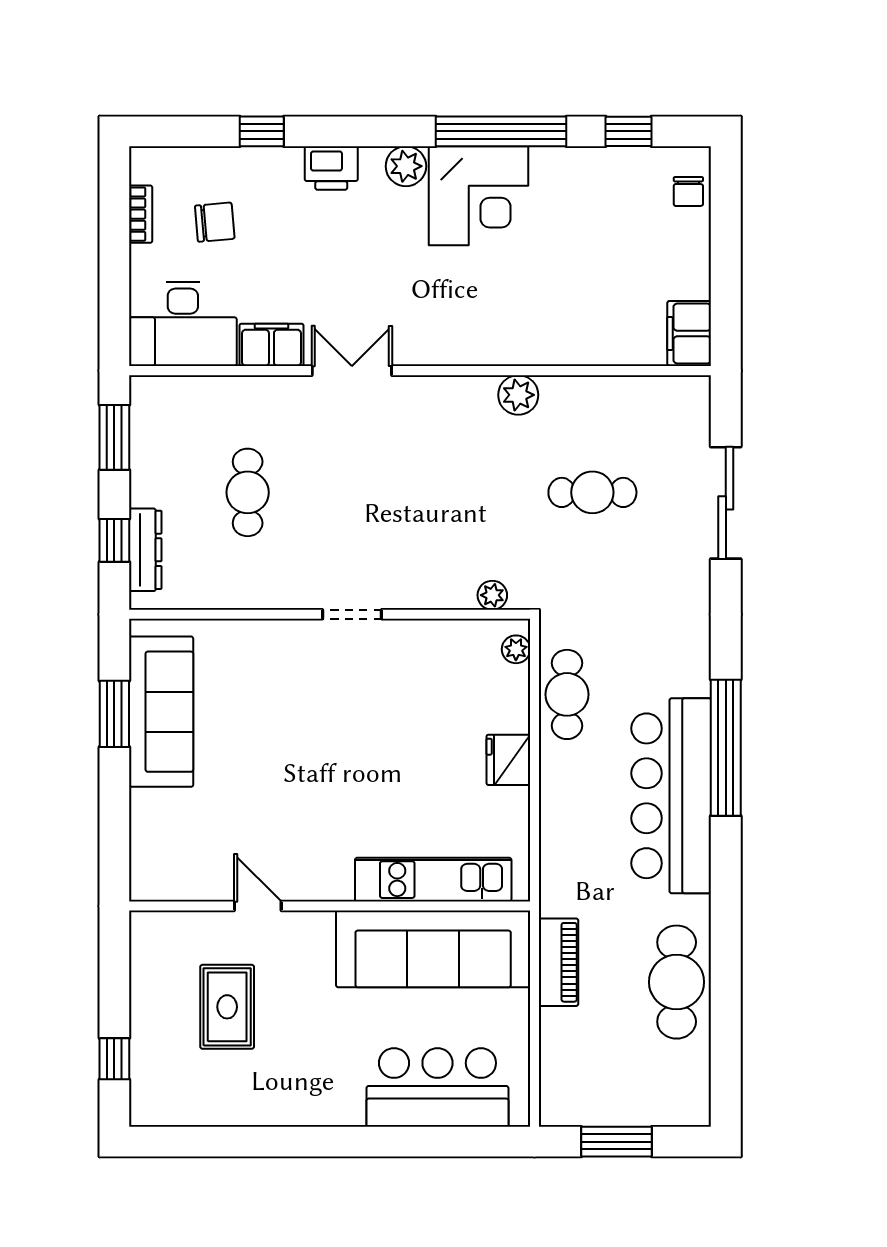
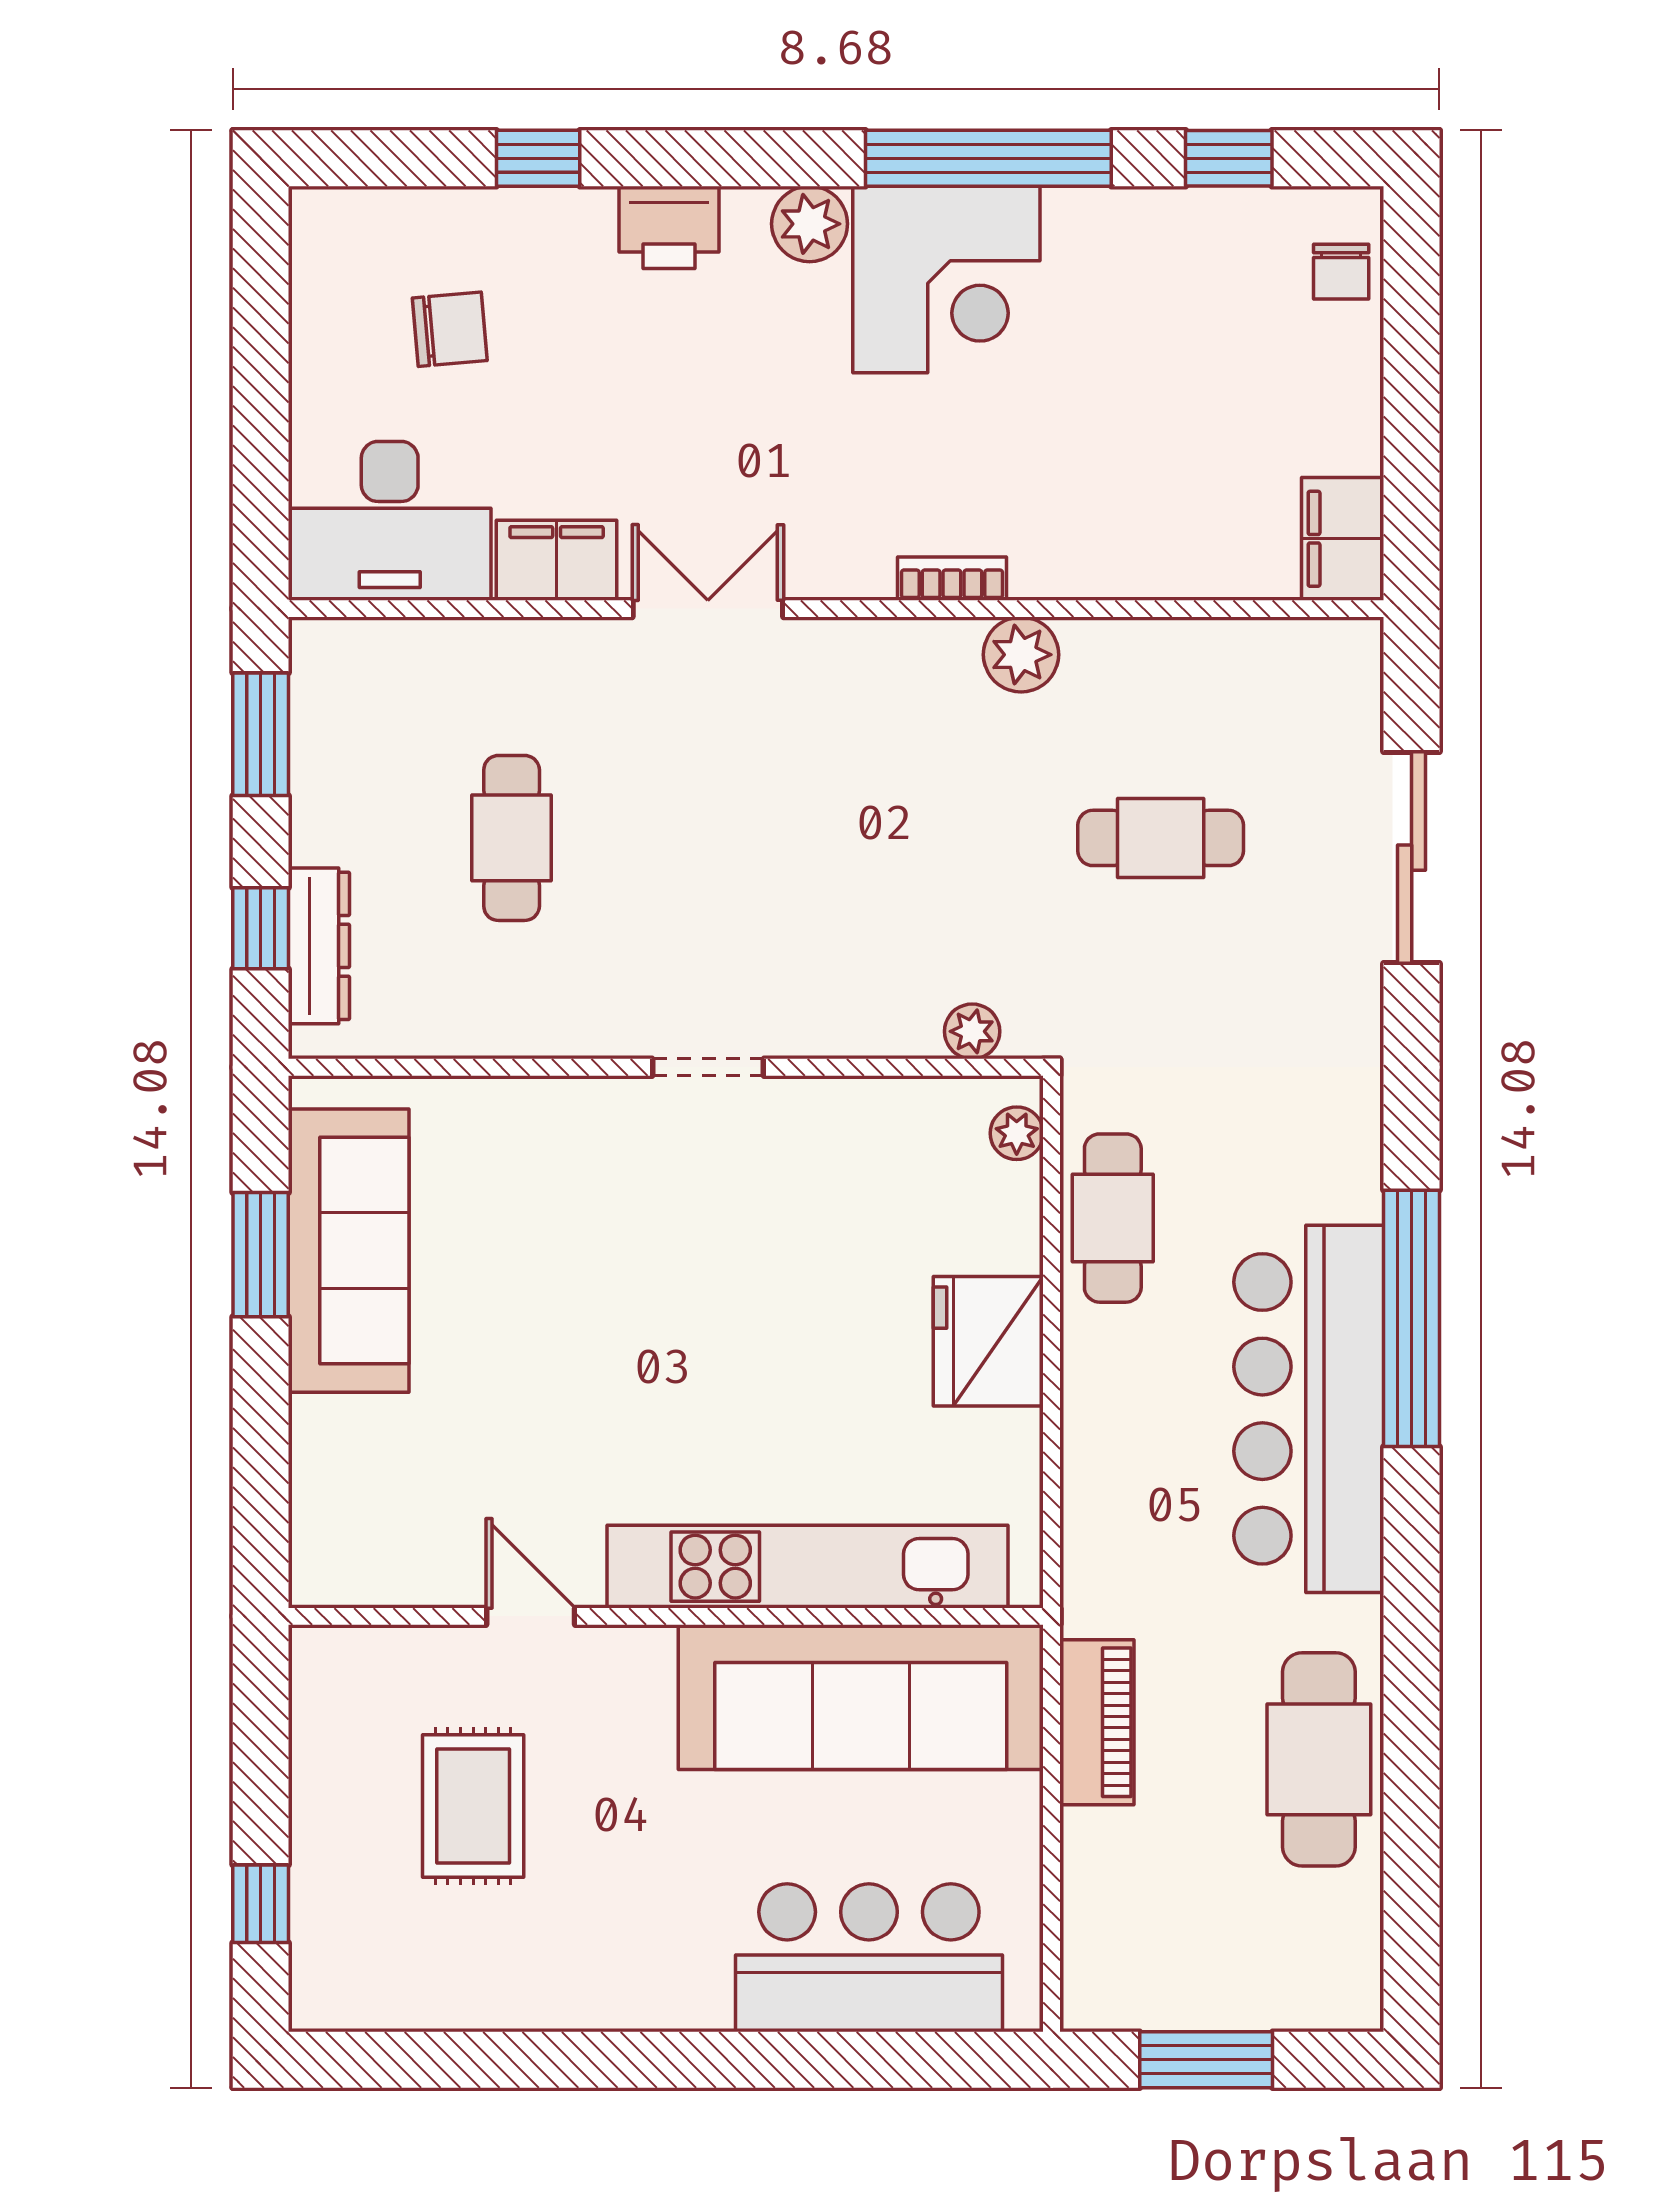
bookcase: (141, 214) -> (952, 579), moved, turned -90
fridge: (508, 760) -> (988, 1341), width x1.36, depth x1.34
kitchen unit: (433, 880) -> (807, 1567), width x1.36

